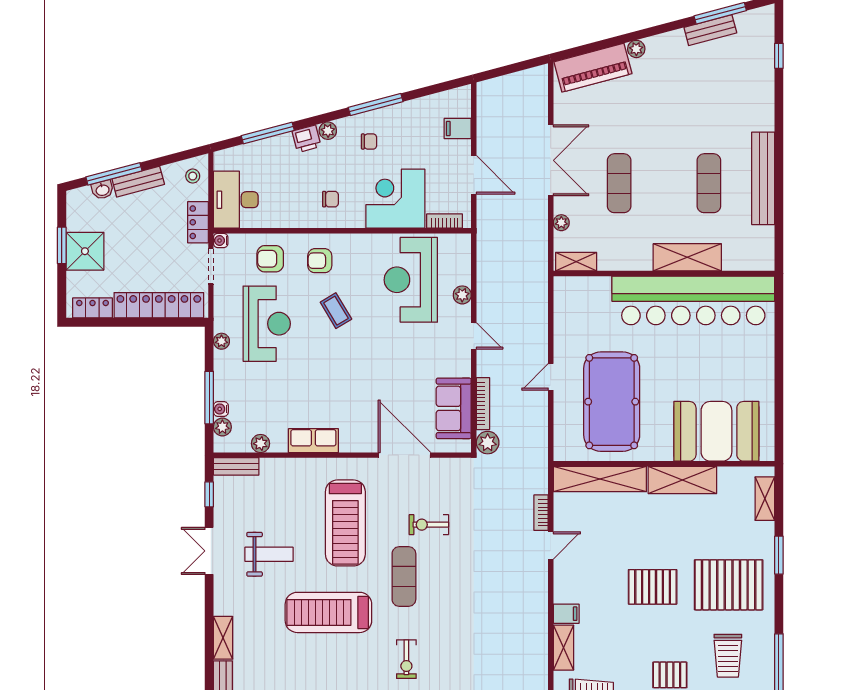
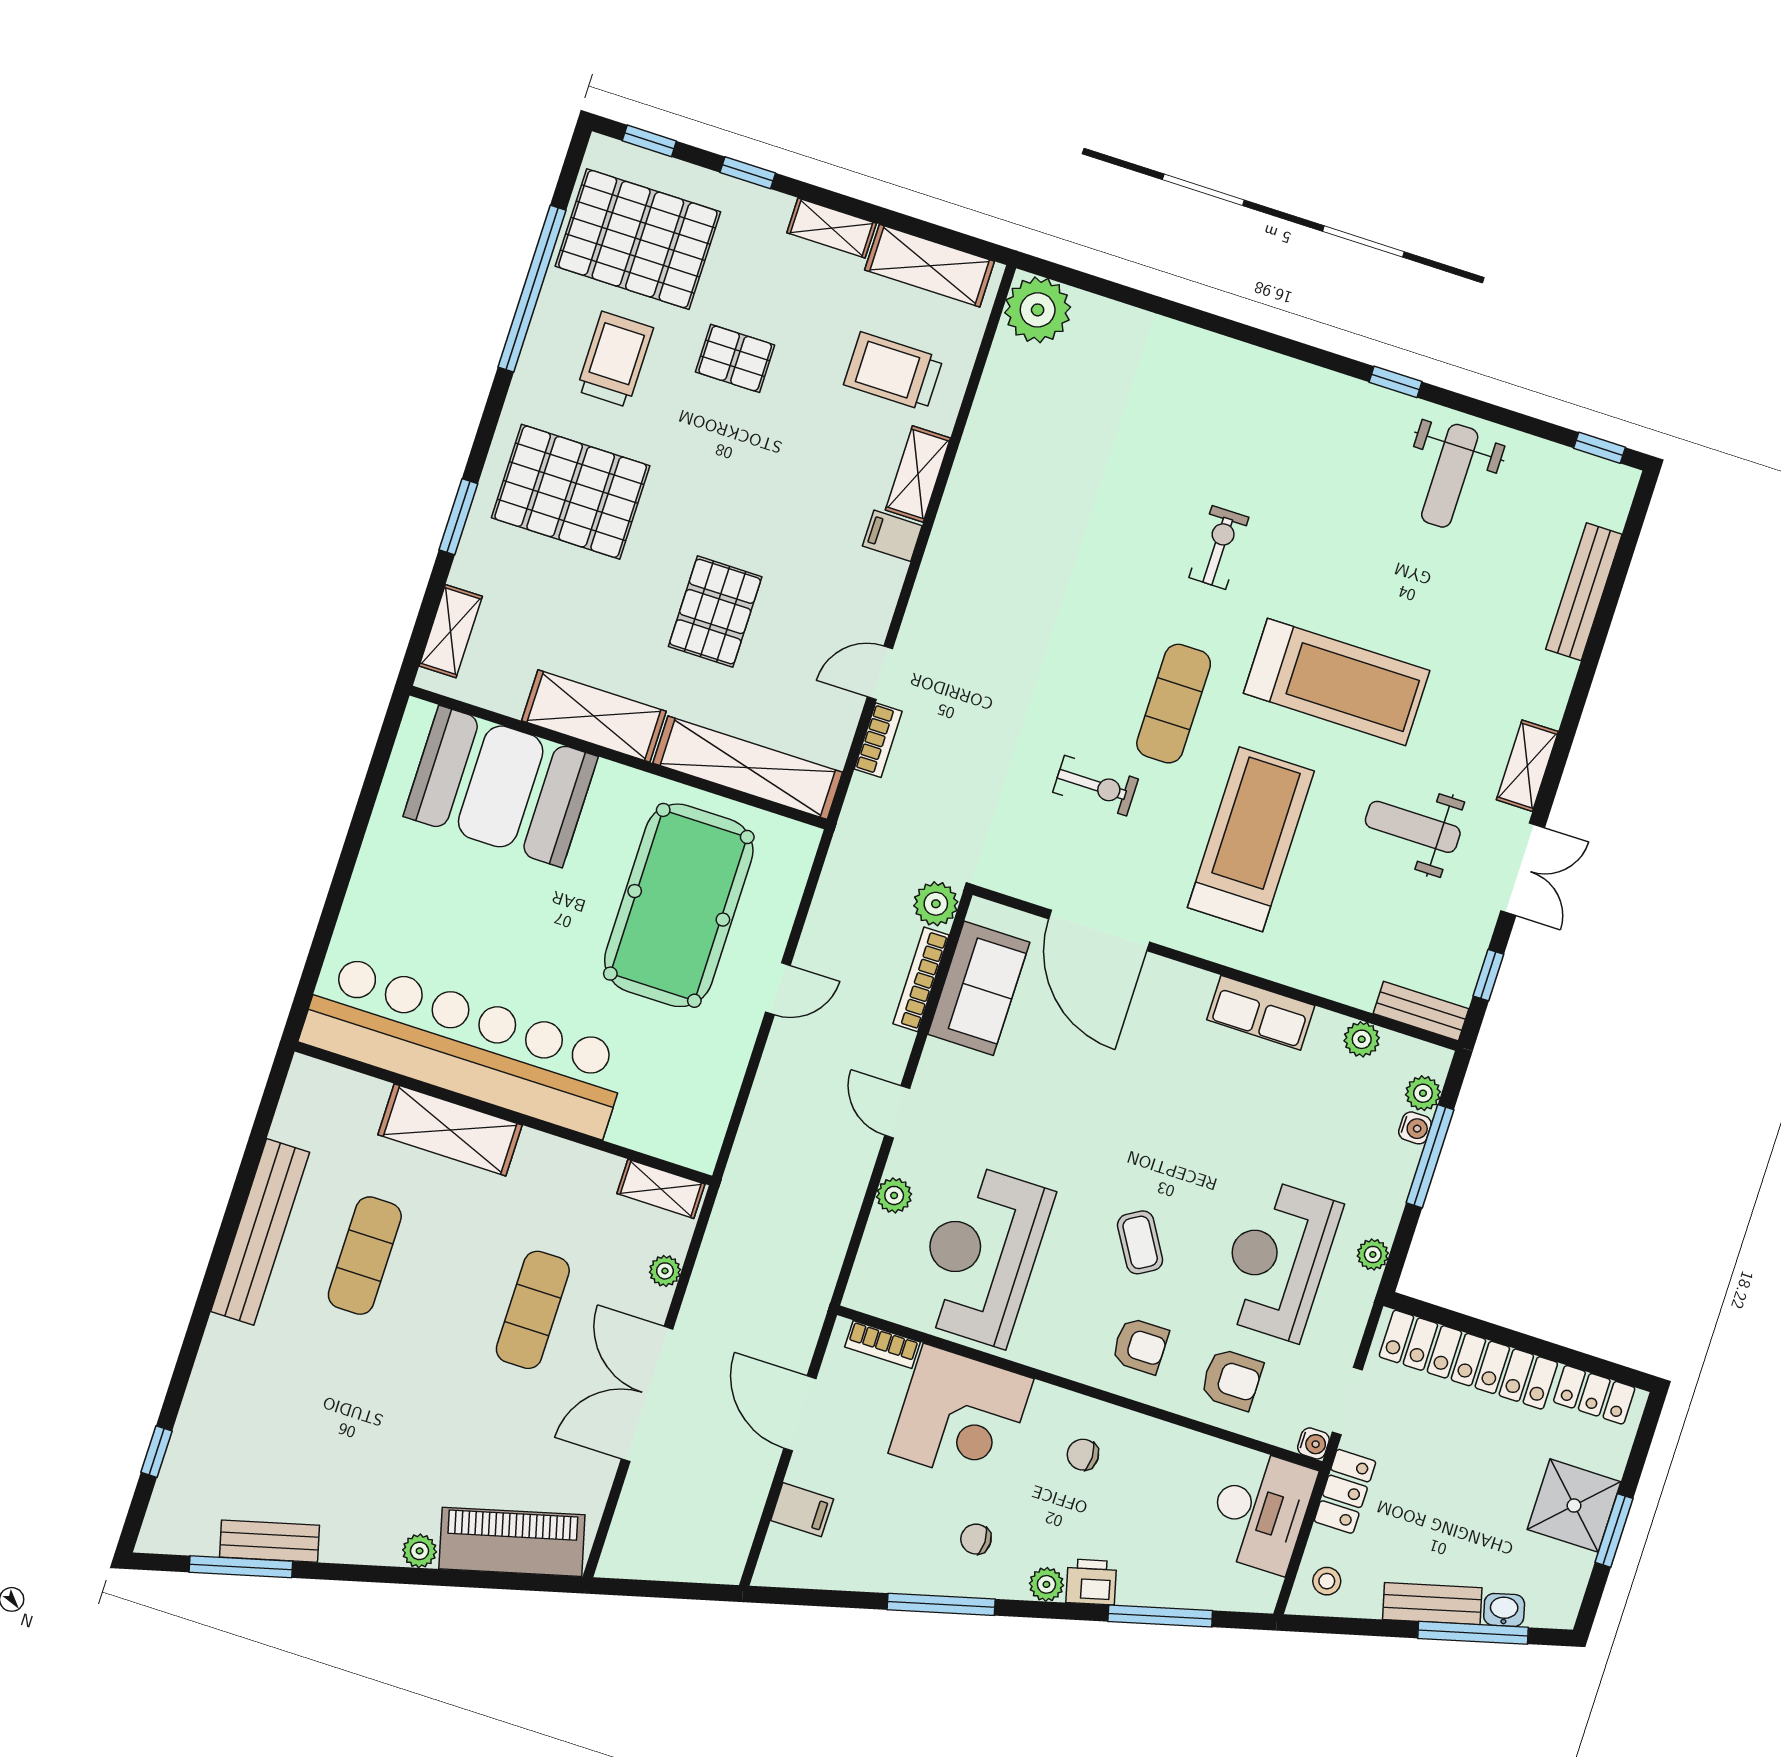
reception desk: (411, 280) -> (981, 1255), turned 180
pallet: (653, 587) -> (715, 612), moved, turned 90
shelving: (223, 638) -> (1527, 766), moved

